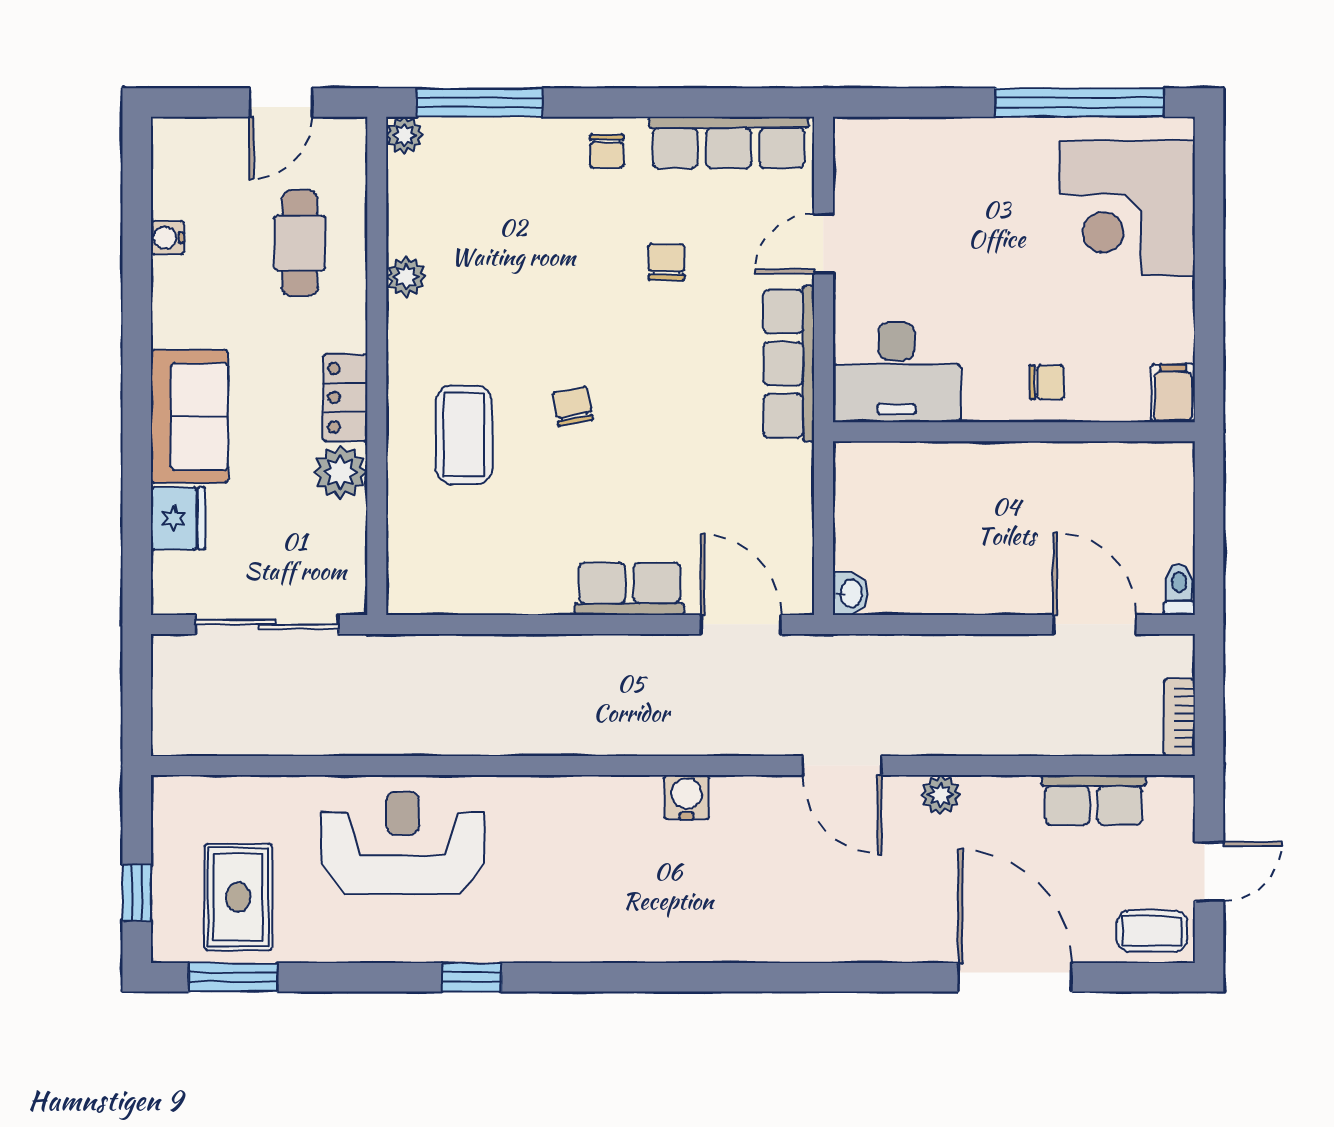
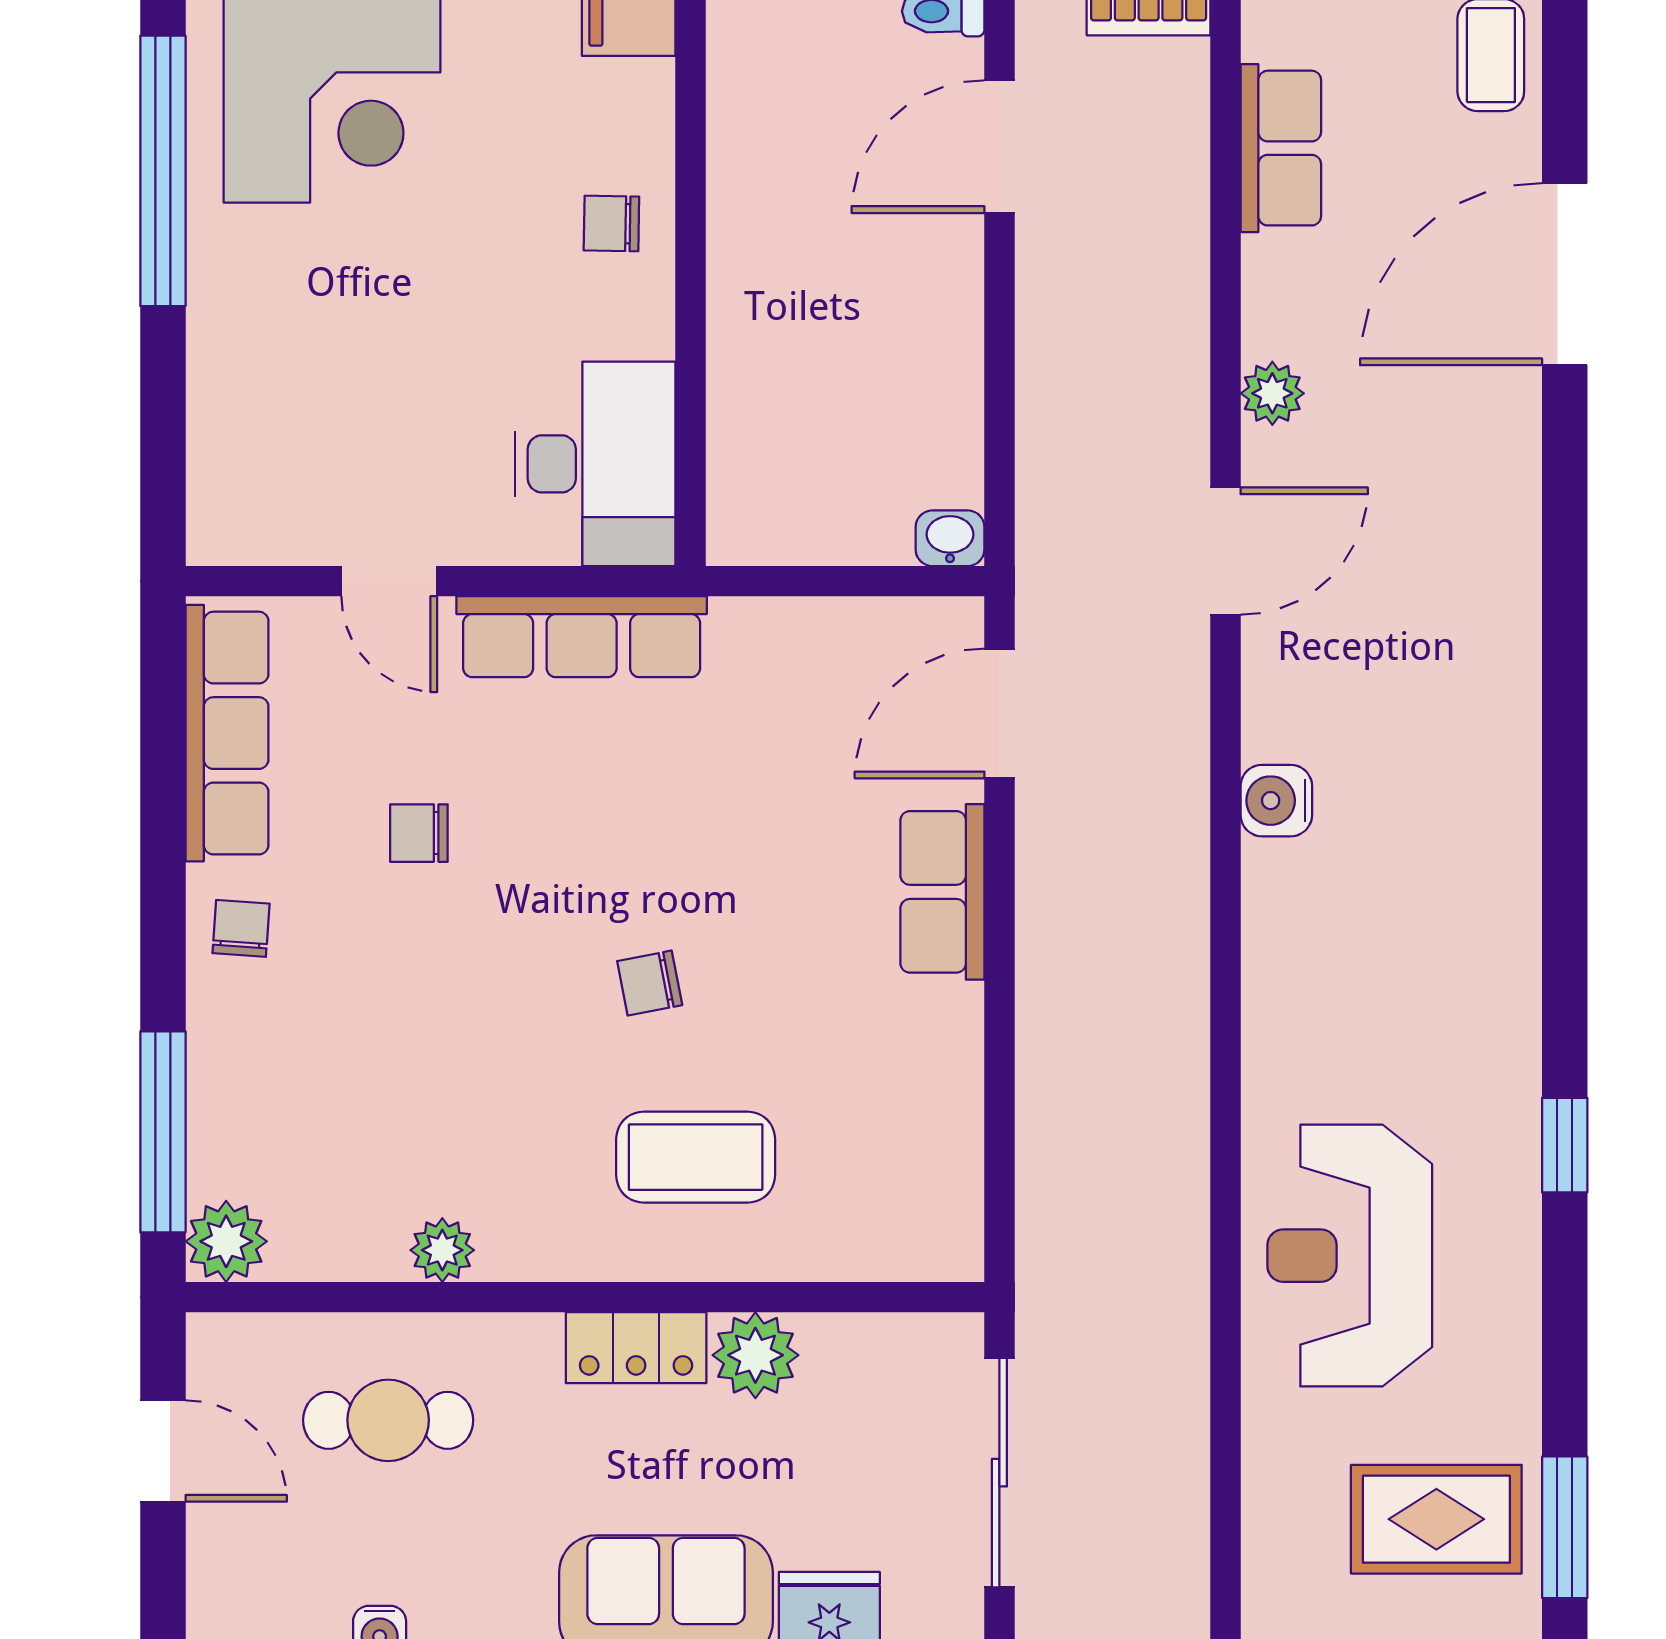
plant: (405, 135) -> (226, 1241), width x1.38, depth x1.38
chair: (607, 151) -> (241, 928), turned -86
chair: (1047, 382) -> (611, 223), turned -89

